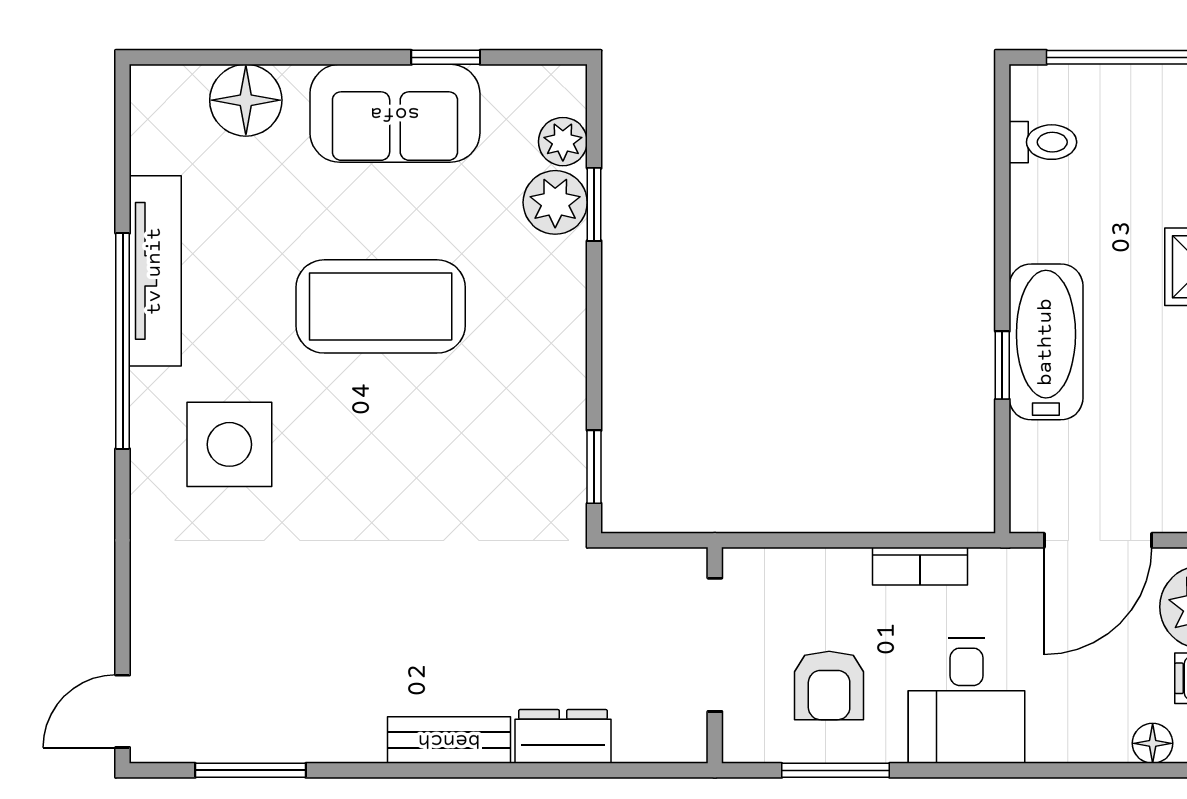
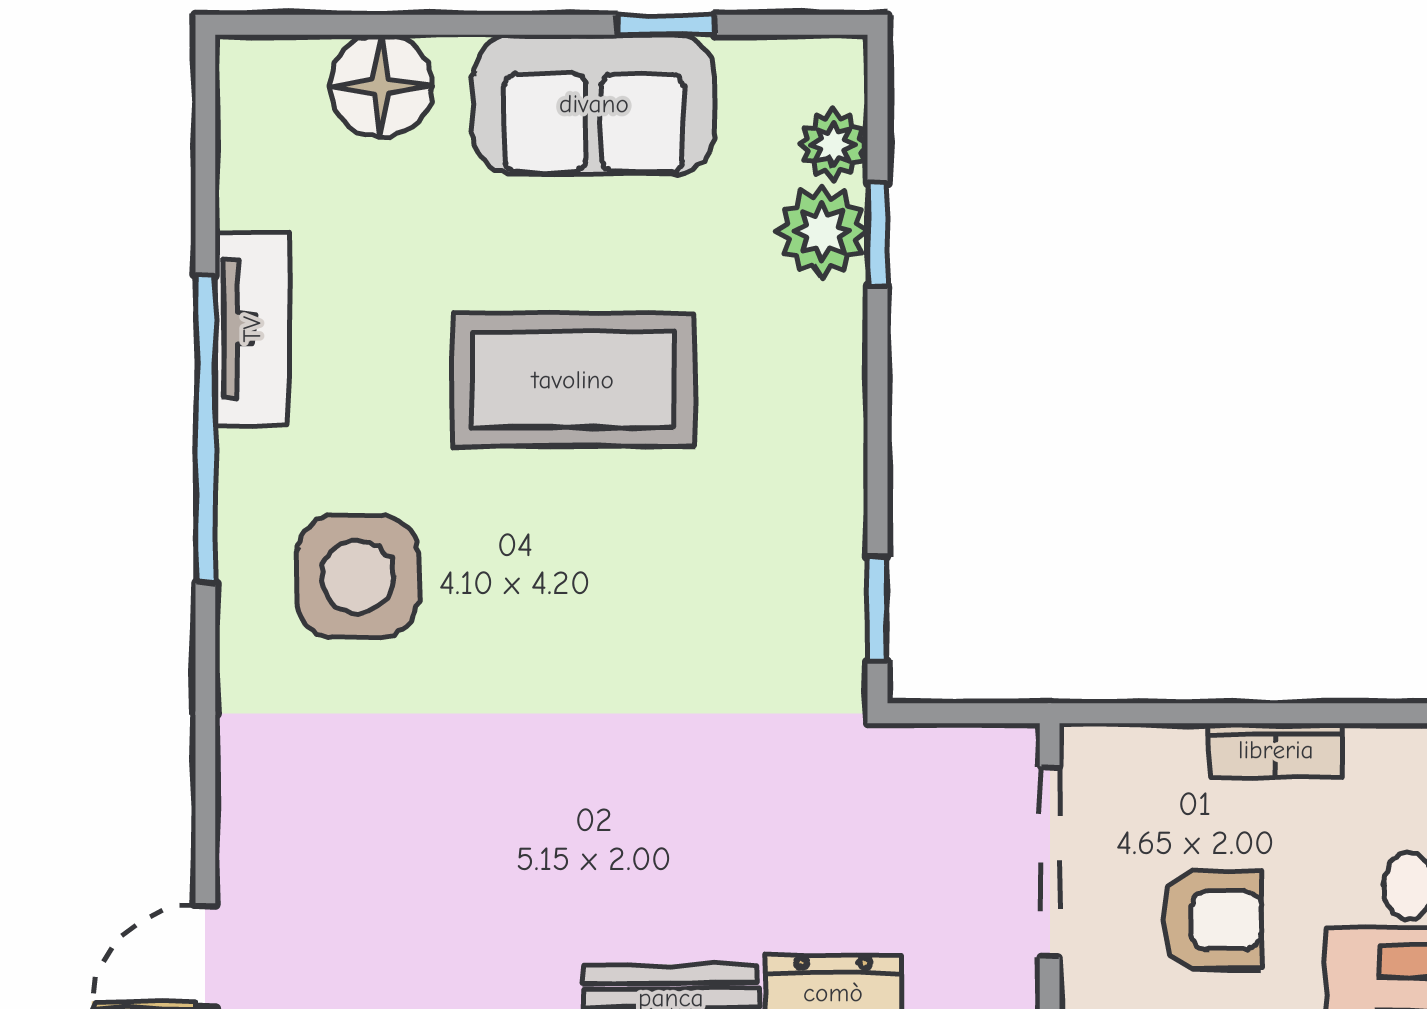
tv unit: (155, 271) -> (252, 329), width x0.71
bookcase: (920, 566) -> (1276, 750), moved
armchair: (829, 685) -> (1212, 920), turned -90

